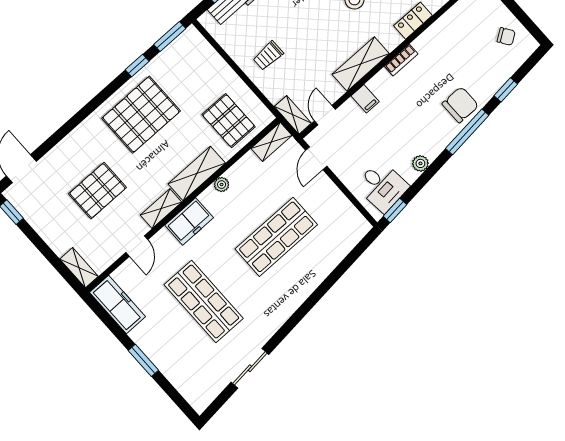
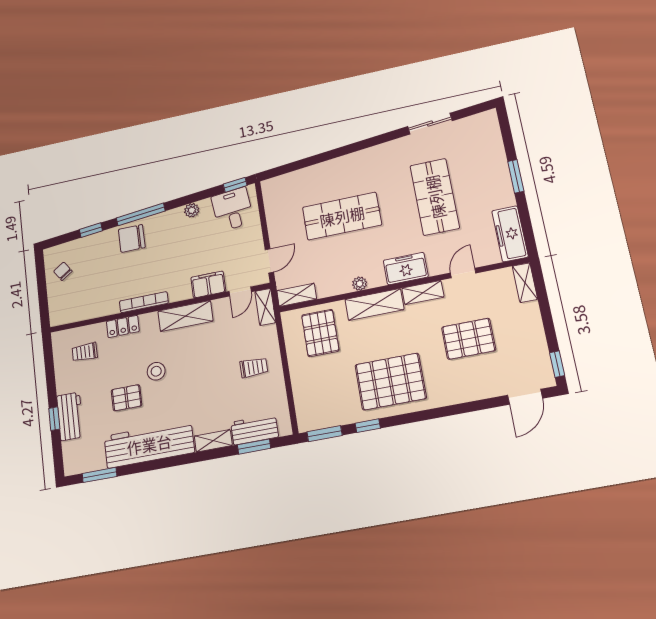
bookcase: (401, 60) -> (144, 302), width x1.56
filing cabinet: (365, 99) -> (208, 284), width x2.00

